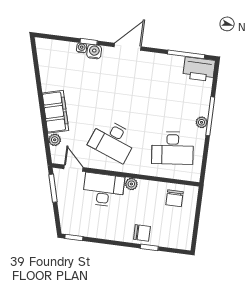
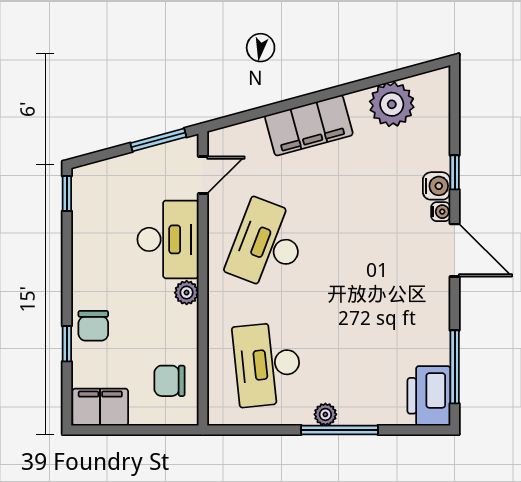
water cooler: (82, 48) -> (441, 212), moved
plant: (55, 140) -> (392, 104), moved, width x1.88, depth x1.88
filing cabinet: (183, 235) -> (100, 407), added

